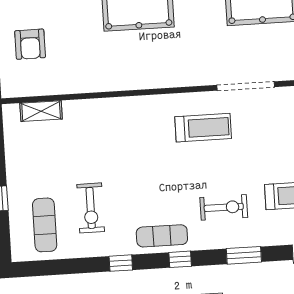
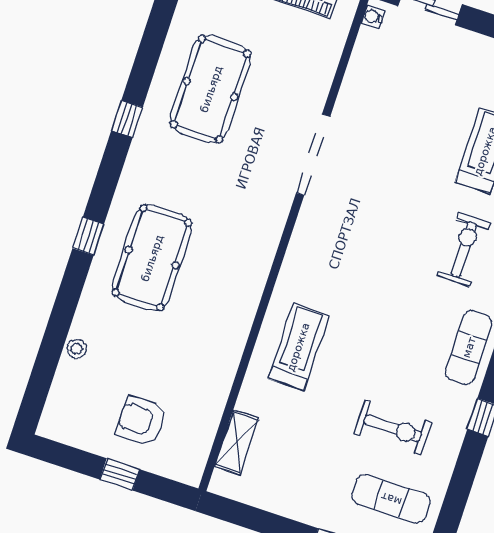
armchair: (30, 44) -> (141, 421), turned 180
treadmill: (203, 128) -> (298, 347), moved

